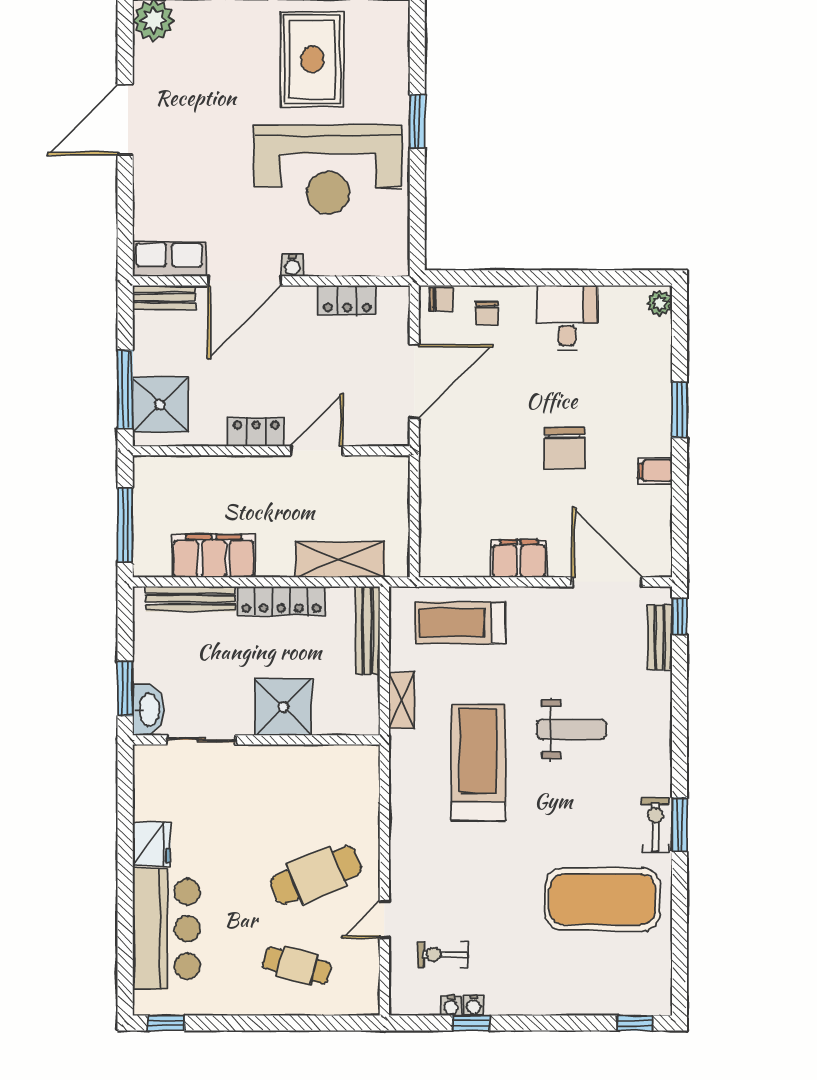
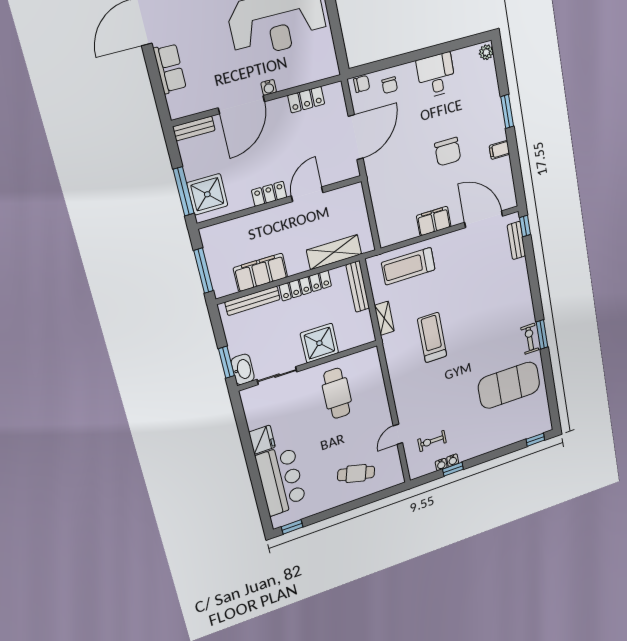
row of seats: (169, 259) -> (170, 69), moved, turned 90
weight bench: (572, 729) -> (478, 304), removed
treadmill: (478, 763) -> (432, 338), width x0.73, depth x0.73
cafe table: (316, 875) -> (337, 393), moved, turned -68

